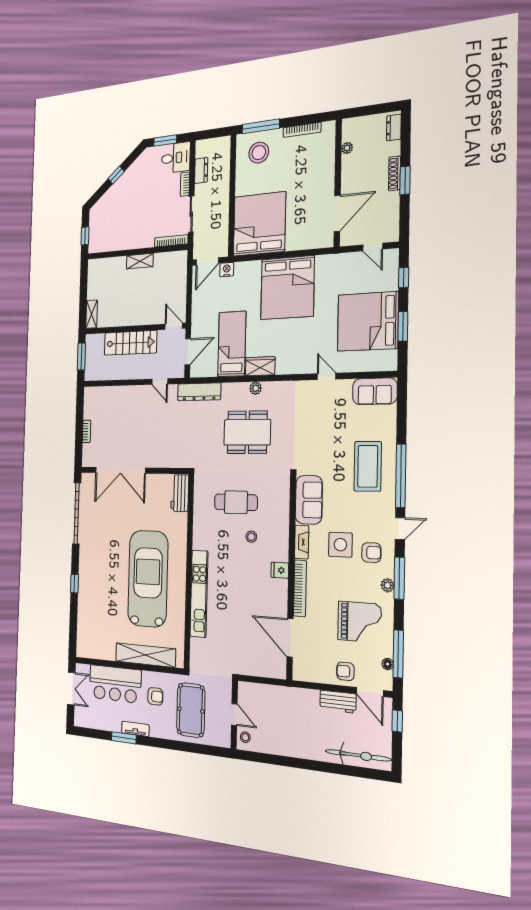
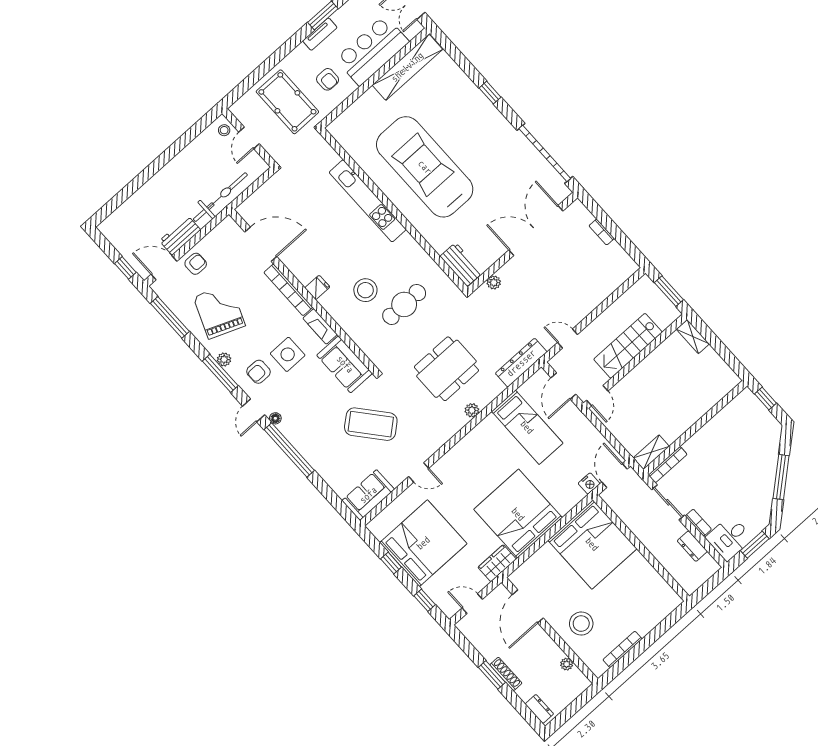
window: (261, 126) -> (666, 625), removed
stool: (259, 153) -> (581, 624), moved
window: (116, 175) -> (781, 477), width x2.17
shelving: (140, 261) -> (651, 452), moved
door: (174, 326) -> (597, 396), hinge flipped
window: (403, 326) -> (391, 563), width x0.67
wardrobe: (260, 366) -> (497, 563), moved, turned 180
plant: (171, 462) -> (494, 282), added
coffee table: (368, 466) -> (371, 424), moved, turned -40
stool: (251, 537) -> (365, 290), width x1.89, depth x1.89
car: (148, 579) -> (425, 167), turned 180
grand piano: (360, 622) -> (219, 311), turned 112
shelving: (145, 655) -> (407, 67), moved
floor lamp: (388, 664) -> (275, 418), moved
armchair: (155, 696) -> (328, 79), turned -90
door: (234, 715) -> (249, 138), hinge flipped
bicycle: (358, 755) -> (220, 197), moved, turned 180

